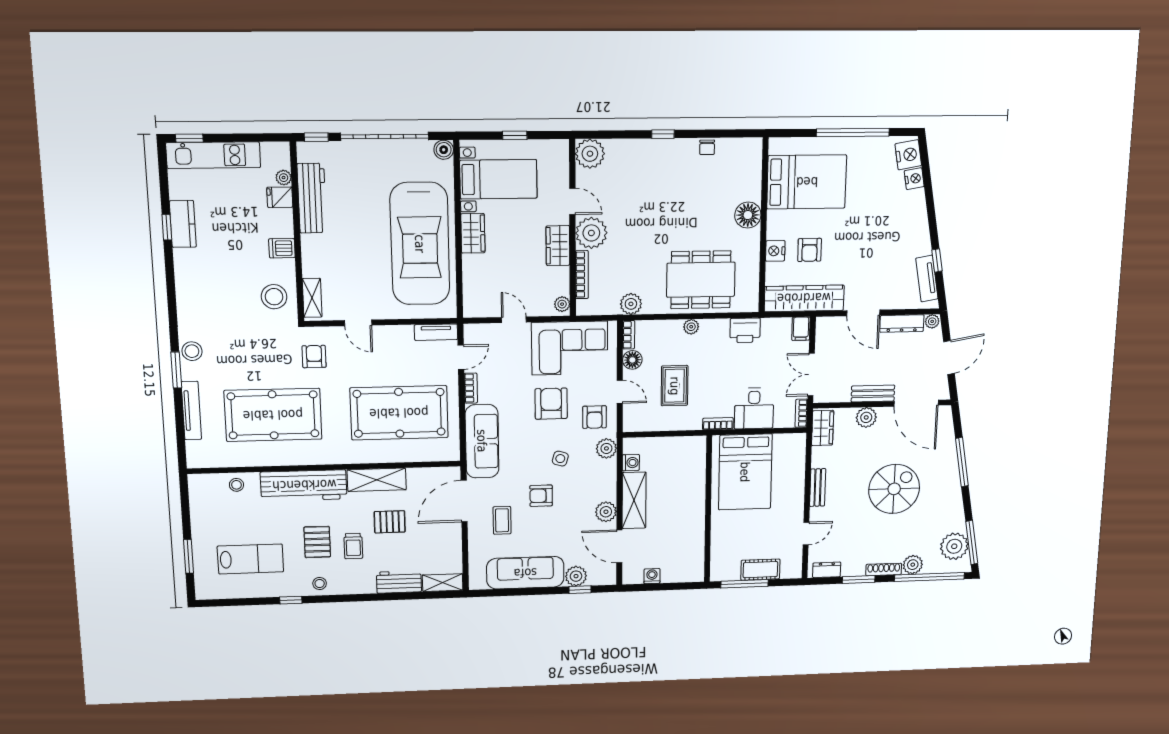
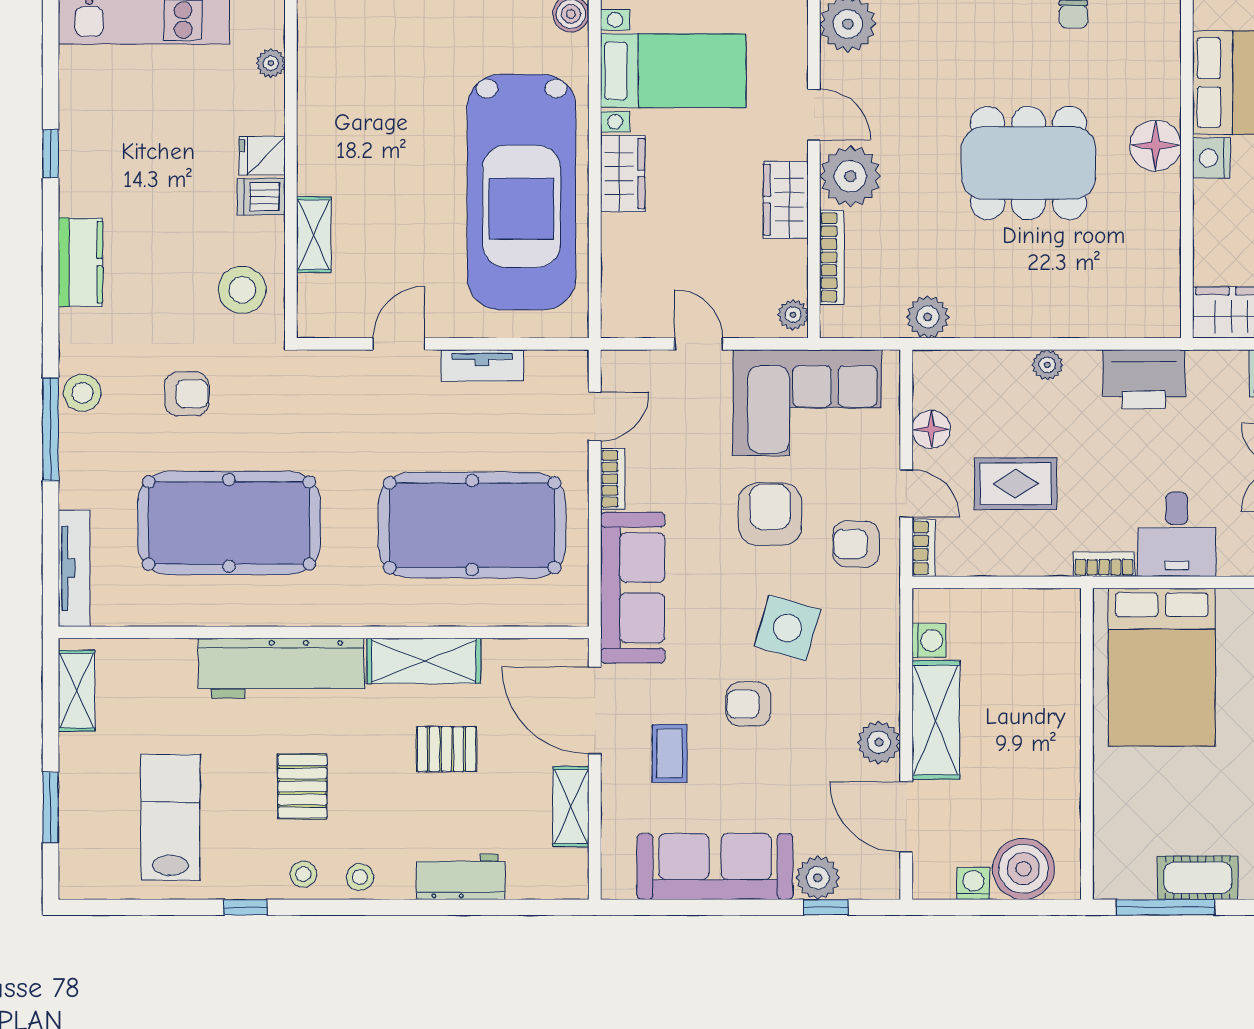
fridge: (280, 197) -> (262, 156), moved
workbench: (312, 198) -> (321, 102), removed
kitchen counter: (183, 224) -> (80, 262), moved
nightstand: (775, 251) -> (1211, 158), moved
dining table: (701, 280) -> (1029, 163), moved
shelving: (312, 298) -> (314, 235), moved
door: (358, 323) -> (399, 344), swing flipped
printer: (745, 330) -> (1144, 379), width x1.37, depth x1.19
tv unit: (436, 332) -> (482, 365), moved
bookcase: (629, 335) -> (924, 548), moved
armchair: (314, 357) -> (187, 394), moved, turned 90
window: (176, 370) -> (51, 429), width x1.44
rug: (675, 386) -> (1016, 484), turned 90
tv unit: (191, 410) -> (74, 568), moved
armchair: (595, 417) -> (856, 544), turned 90
plant: (606, 448) -> (880, 610), removed
side table: (560, 459) -> (787, 628), width x1.87, depth x1.87
stool: (236, 485) -> (360, 877), moved
shelving: (198, 500) -> (77, 691), added
door: (464, 501) -> (595, 711), hinge flipped
trolley: (353, 546) -> (373, 797), removed
lab bench: (250, 559) -> (170, 817), turned -90
boiler: (676, 568) -> (1023, 869), added
shelving: (443, 583) -> (571, 807), moved, turned 90

